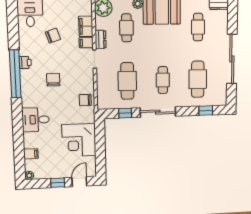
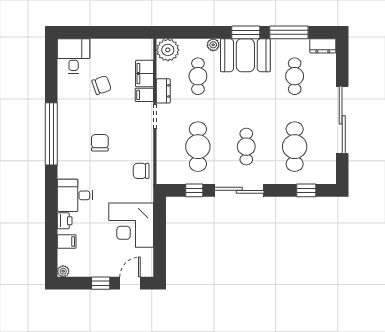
printer: (25, 62) -> (65, 221), moved

